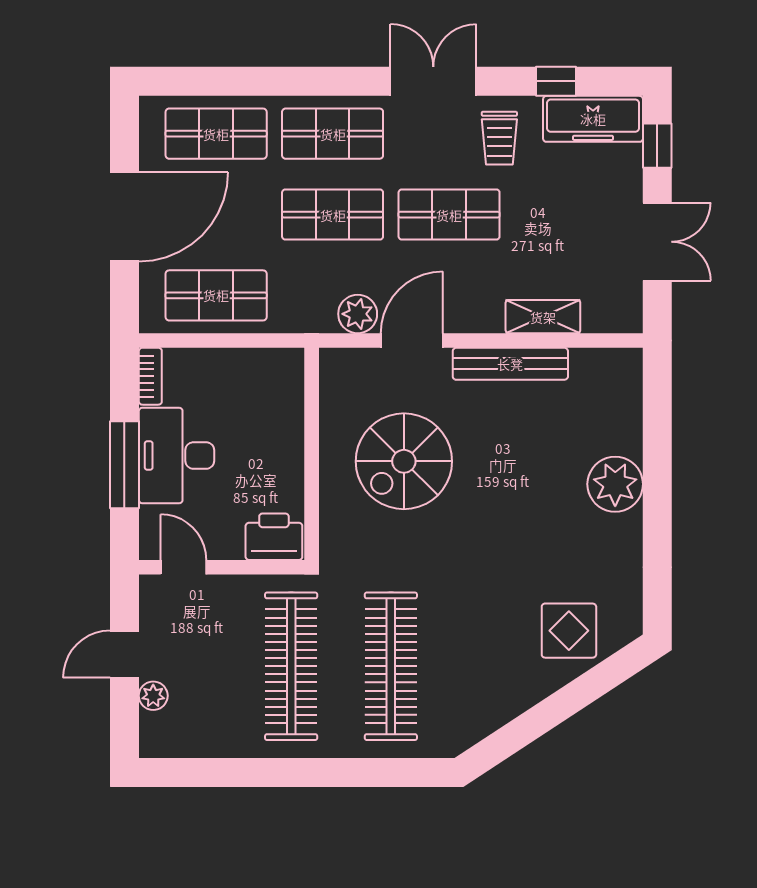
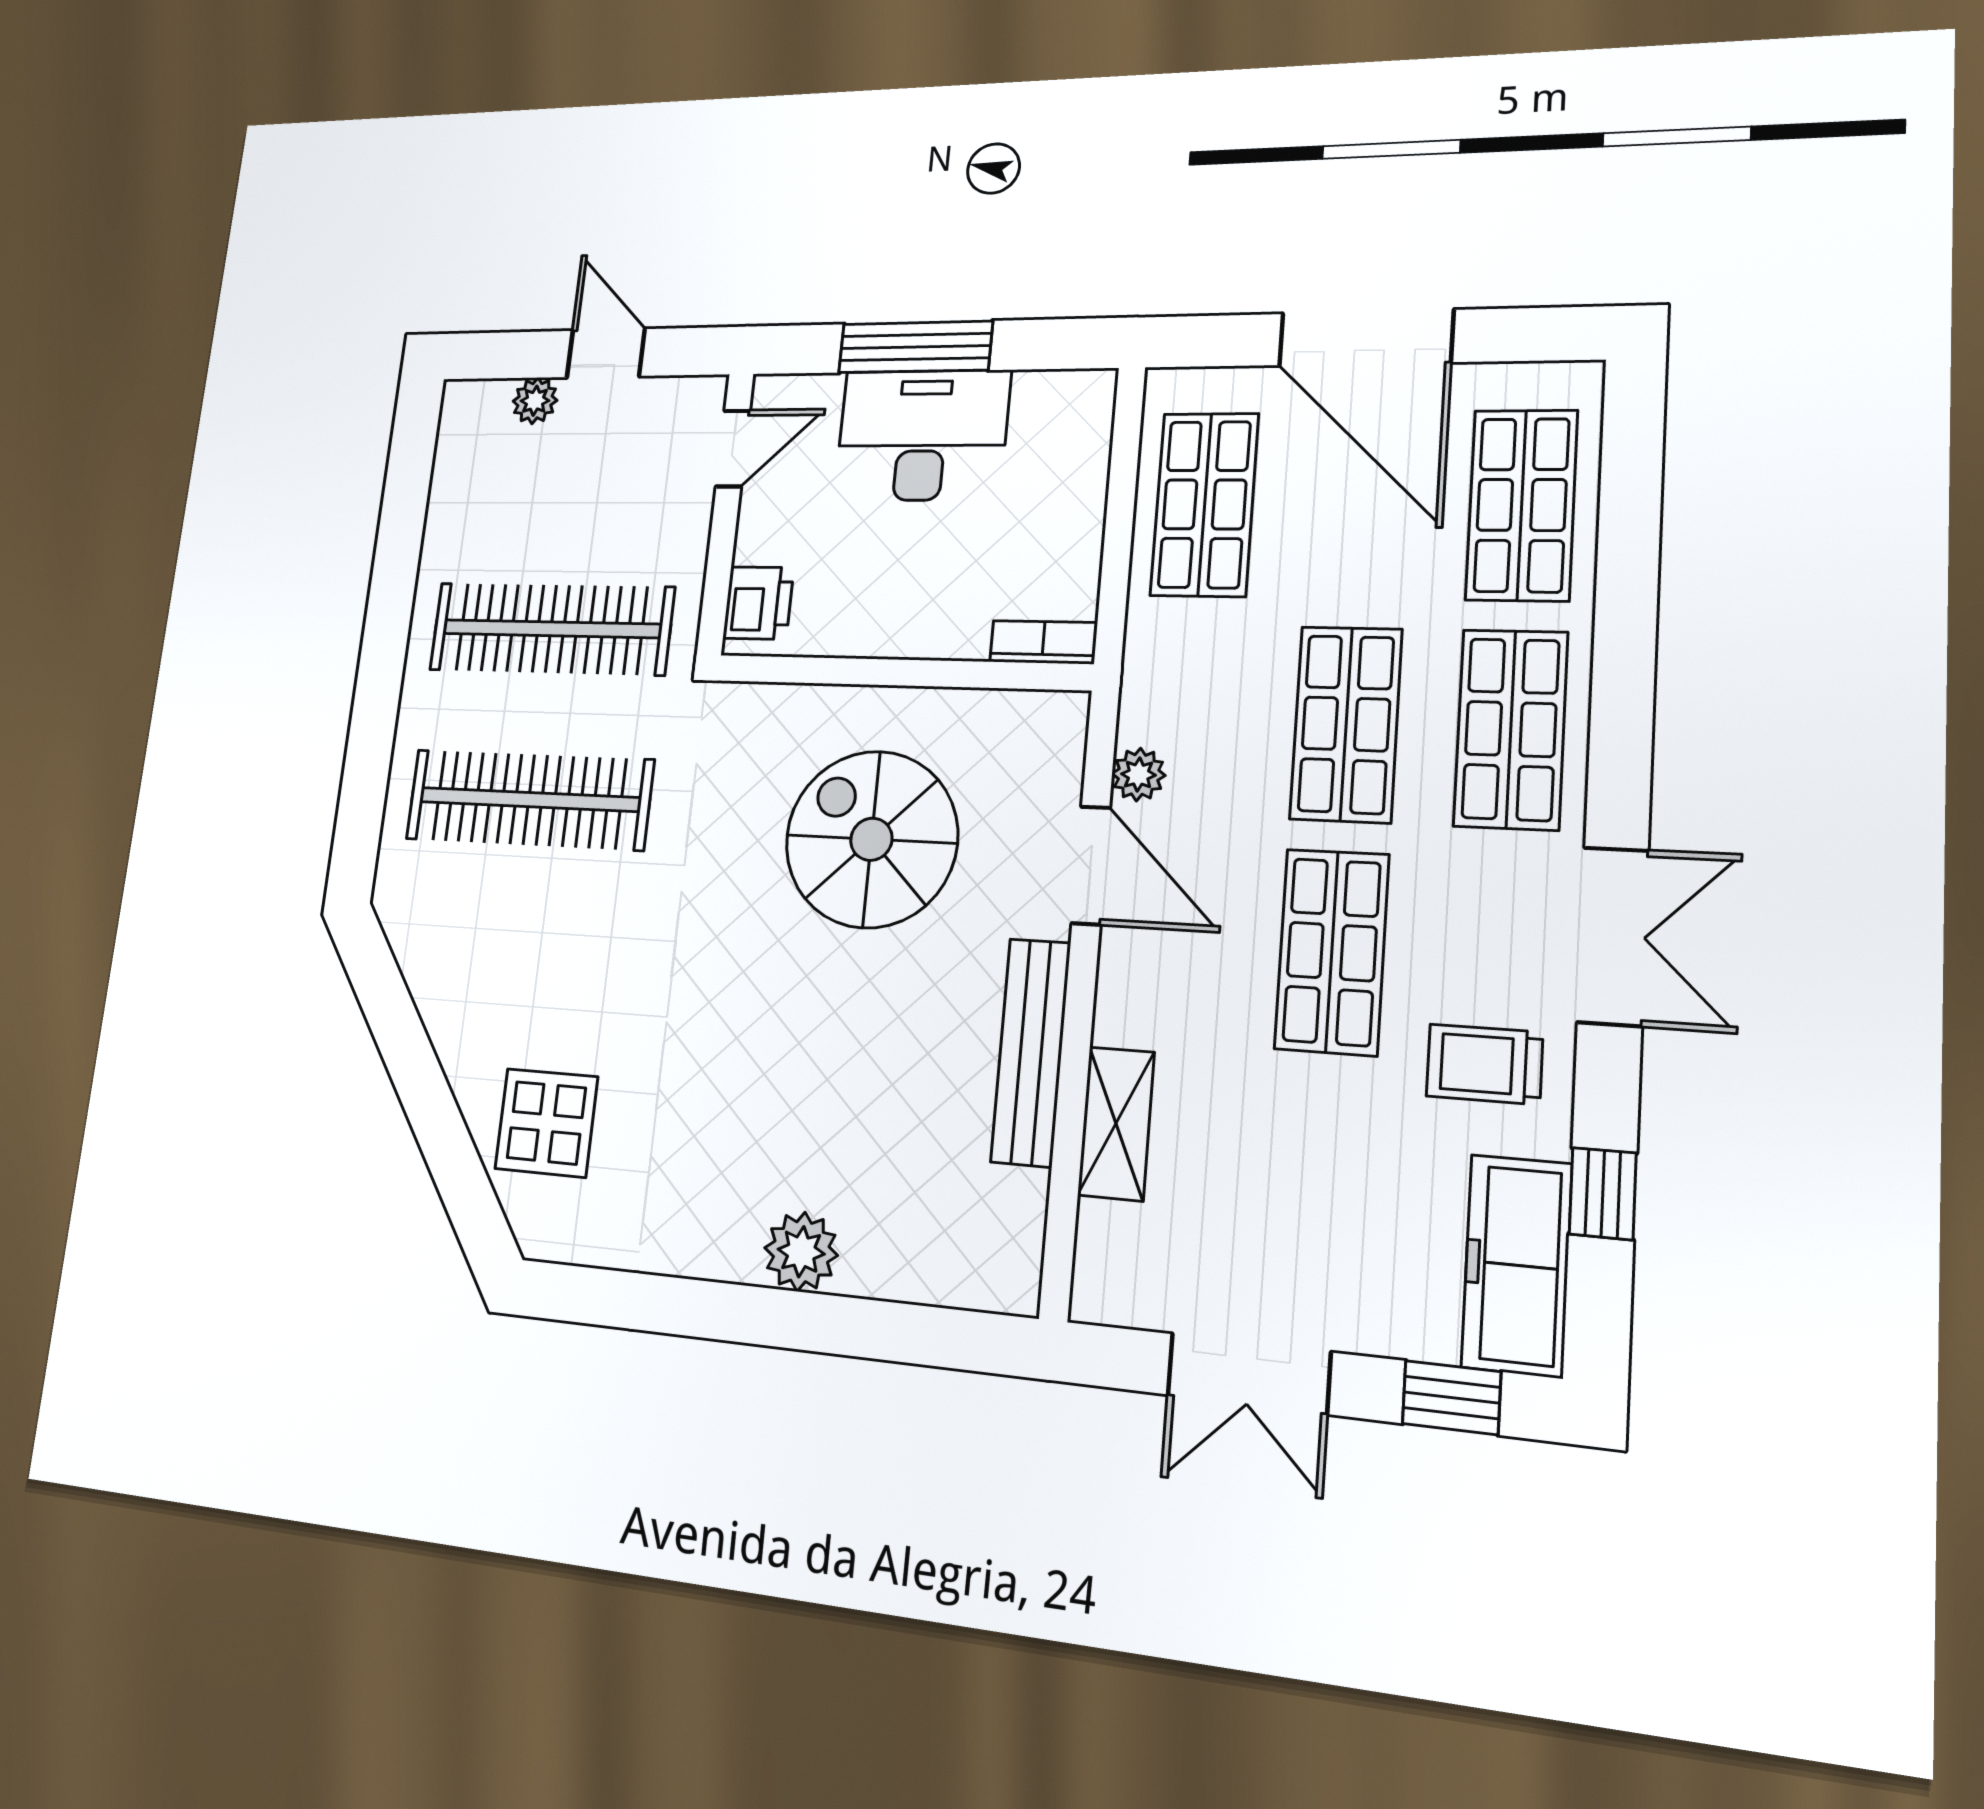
plant: (358, 314) -> (1139, 775), width x0.73, depth x0.73
bookcase: (150, 376) -> (1043, 642), moved, turned 180
plant: (615, 484) -> (801, 1252), width x0.73, depth x0.73
printer: (274, 537) -> (758, 603), width x0.73, depth x0.81

